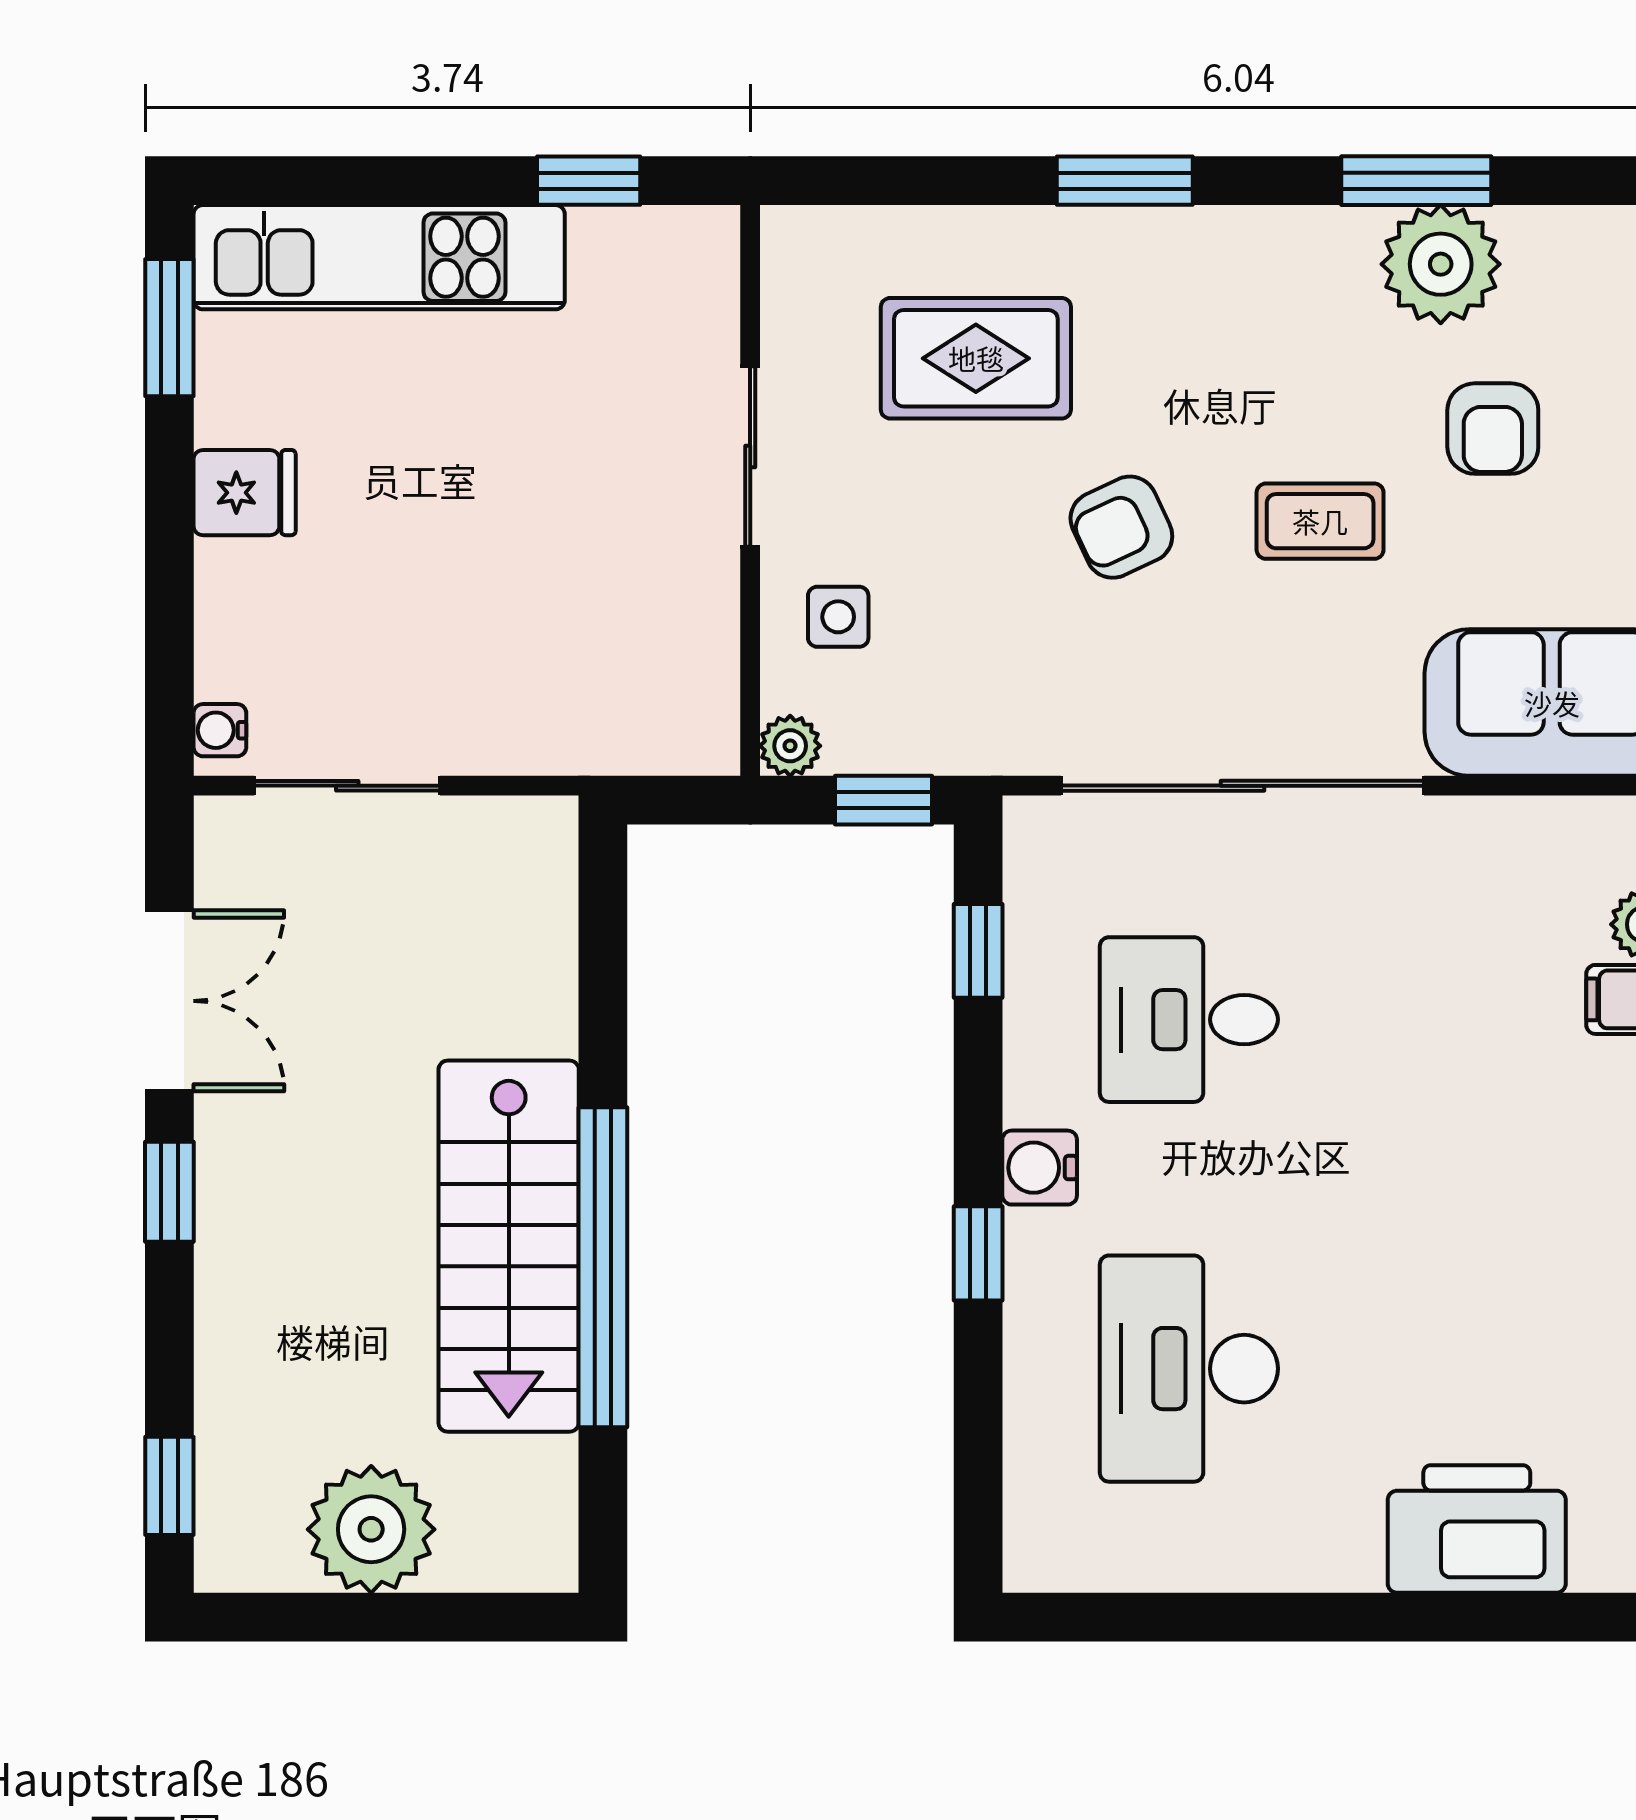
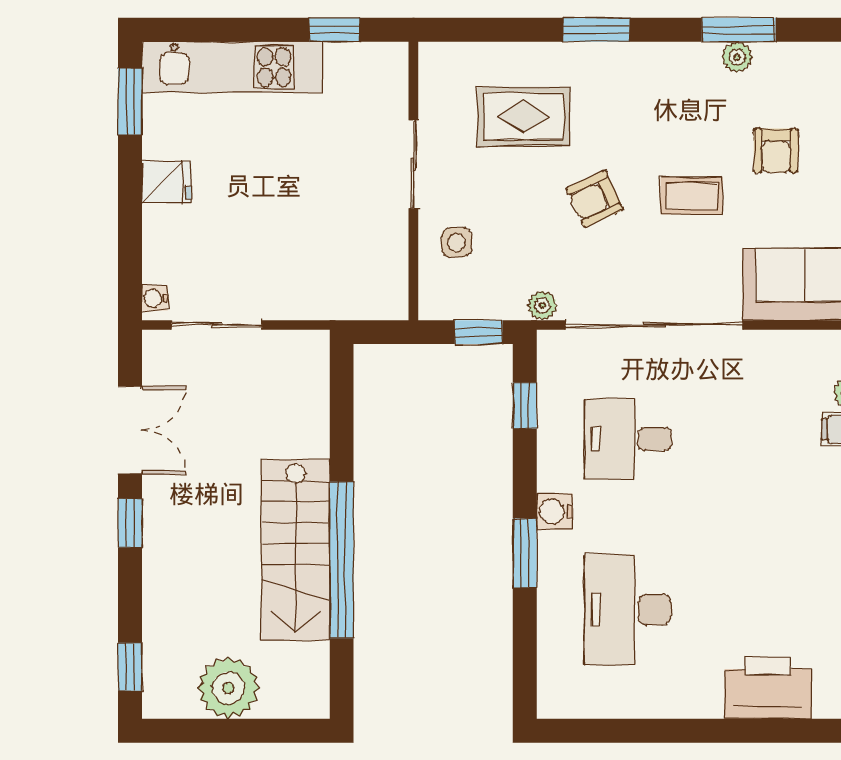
plant: (1441, 264) -> (737, 57), width x0.53, depth x0.53
plant: (790, 746) -> (542, 306), moved
window: (978, 1253) -> (525, 553), width x1.50

